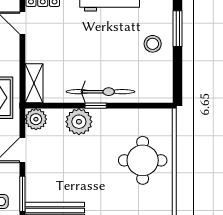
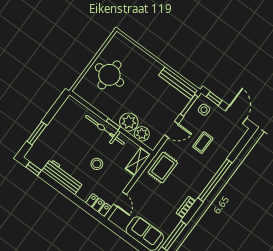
stool: (153, 44) -> (97, 164), moved
plant: (36, 119) -> (142, 134), moved

